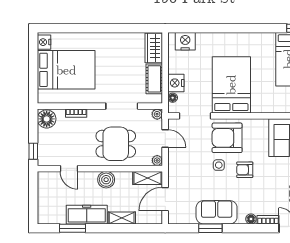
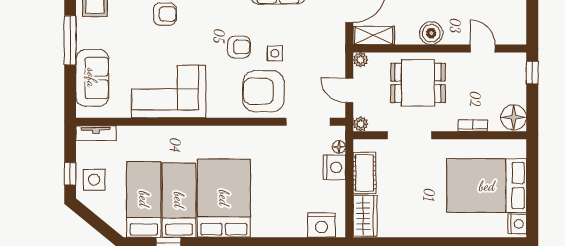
bed: (231, 85) -> (224, 198), moved, turned 180
armchair: (227, 138) -> (263, 91), turned 180

